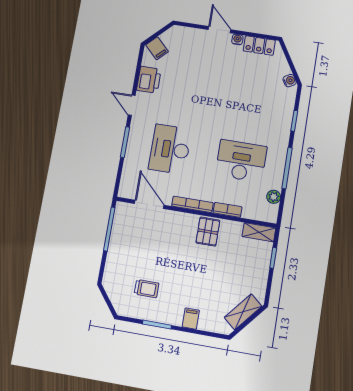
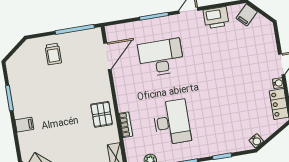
bookcase: (192, 204) -> (120, 93), removed
pallet: (208, 232) -> (102, 114), turned 90
trolley: (147, 289) -> (53, 54), moved

